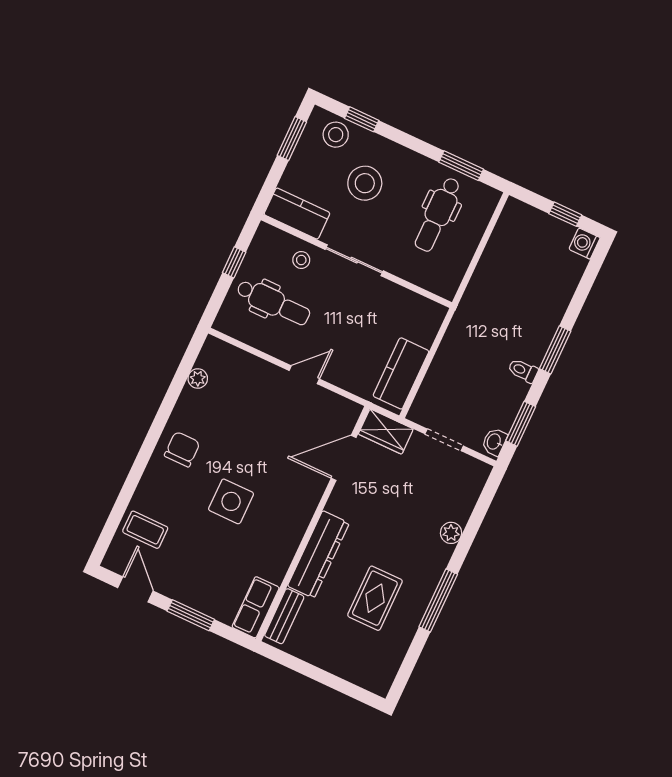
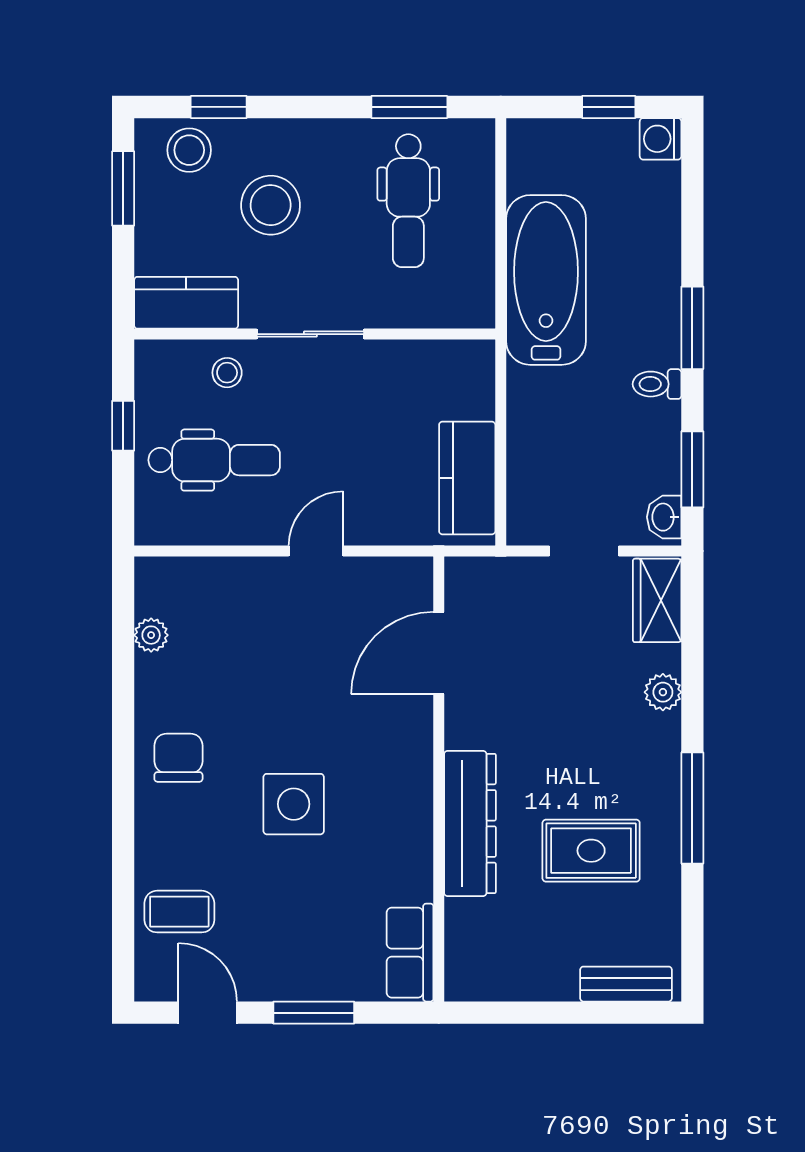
bathtub: (490, 289) -> (546, 280), added
wardrobe: (386, 432) -> (657, 600), moved, turned 90
rug: (375, 598) -> (591, 851), turned 90
bench: (284, 616) -> (626, 984), moved, turned 90

